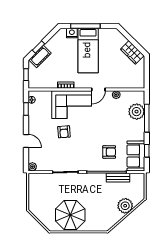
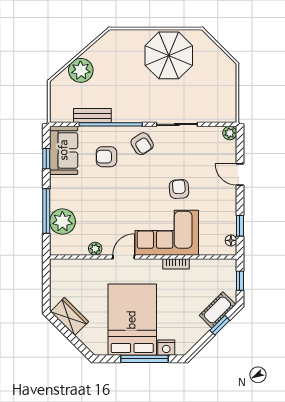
bed: (88, 50) -> (132, 320), width x1.50
armchair: (87, 160) -> (142, 144), added

